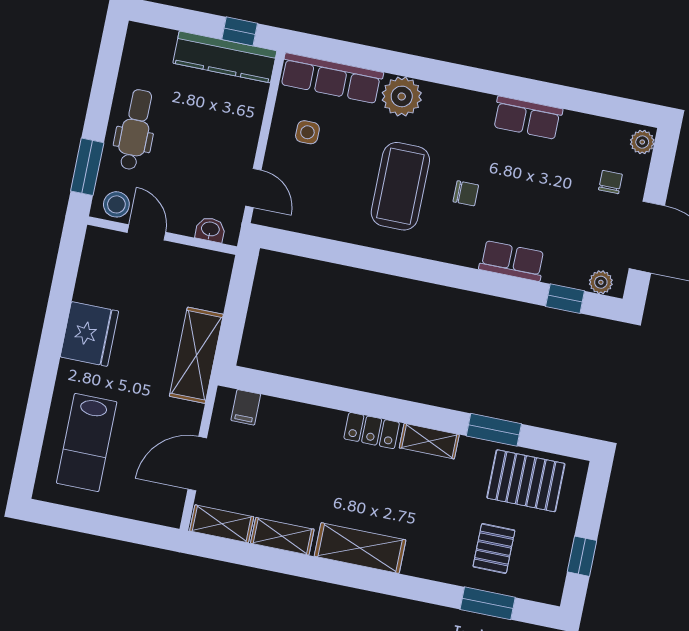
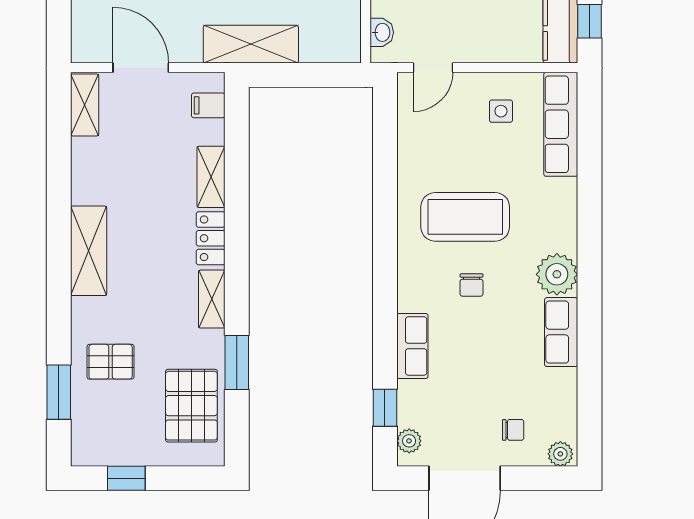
plant: (402, 96) -> (557, 274), moved
shelving: (282, 536) -> (211, 177), moved
pallet: (494, 548) -> (111, 362), moved

